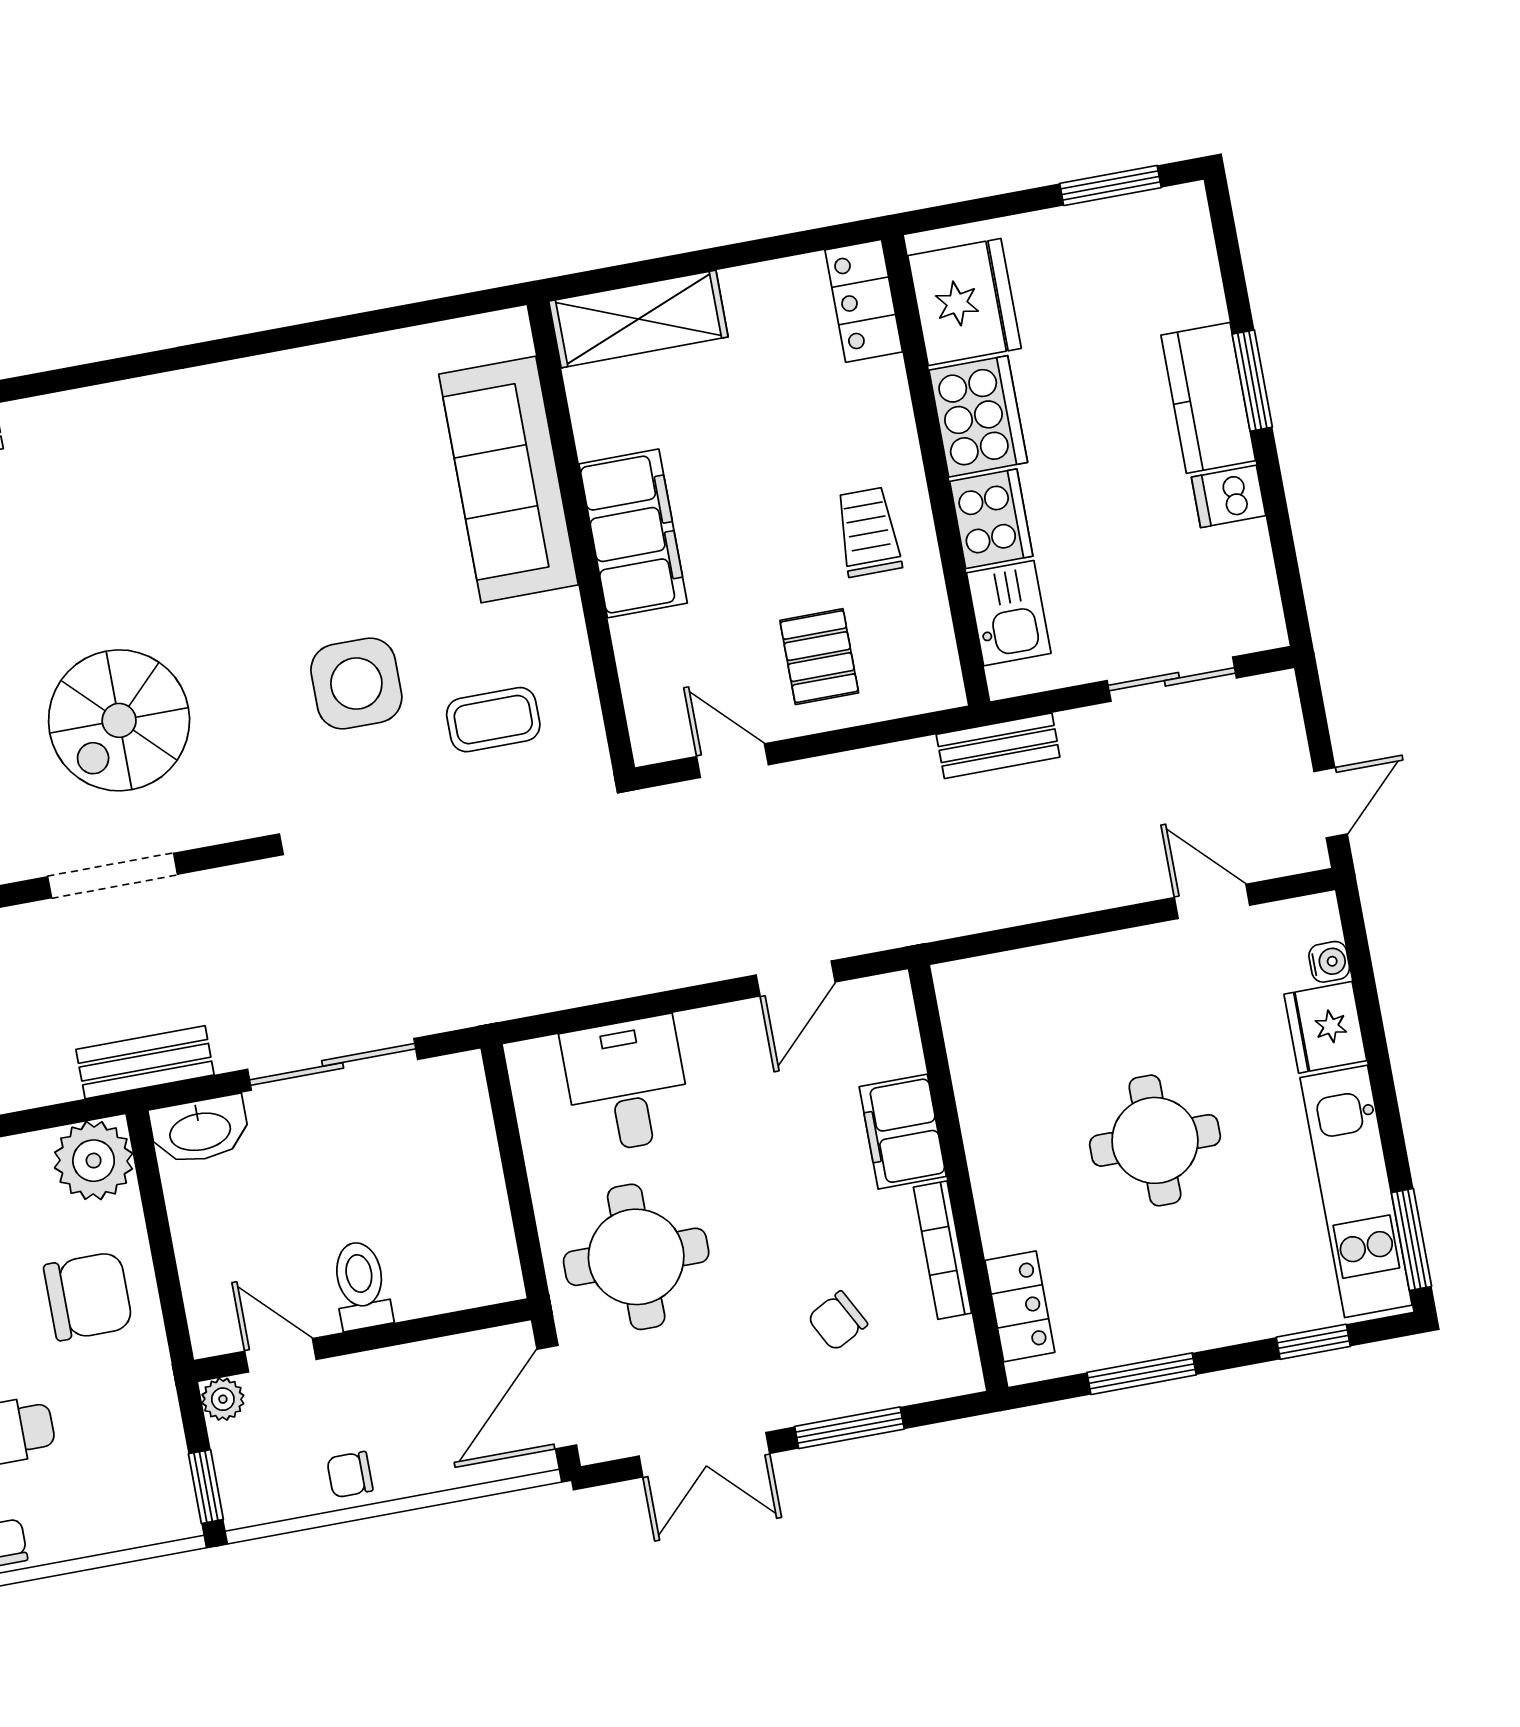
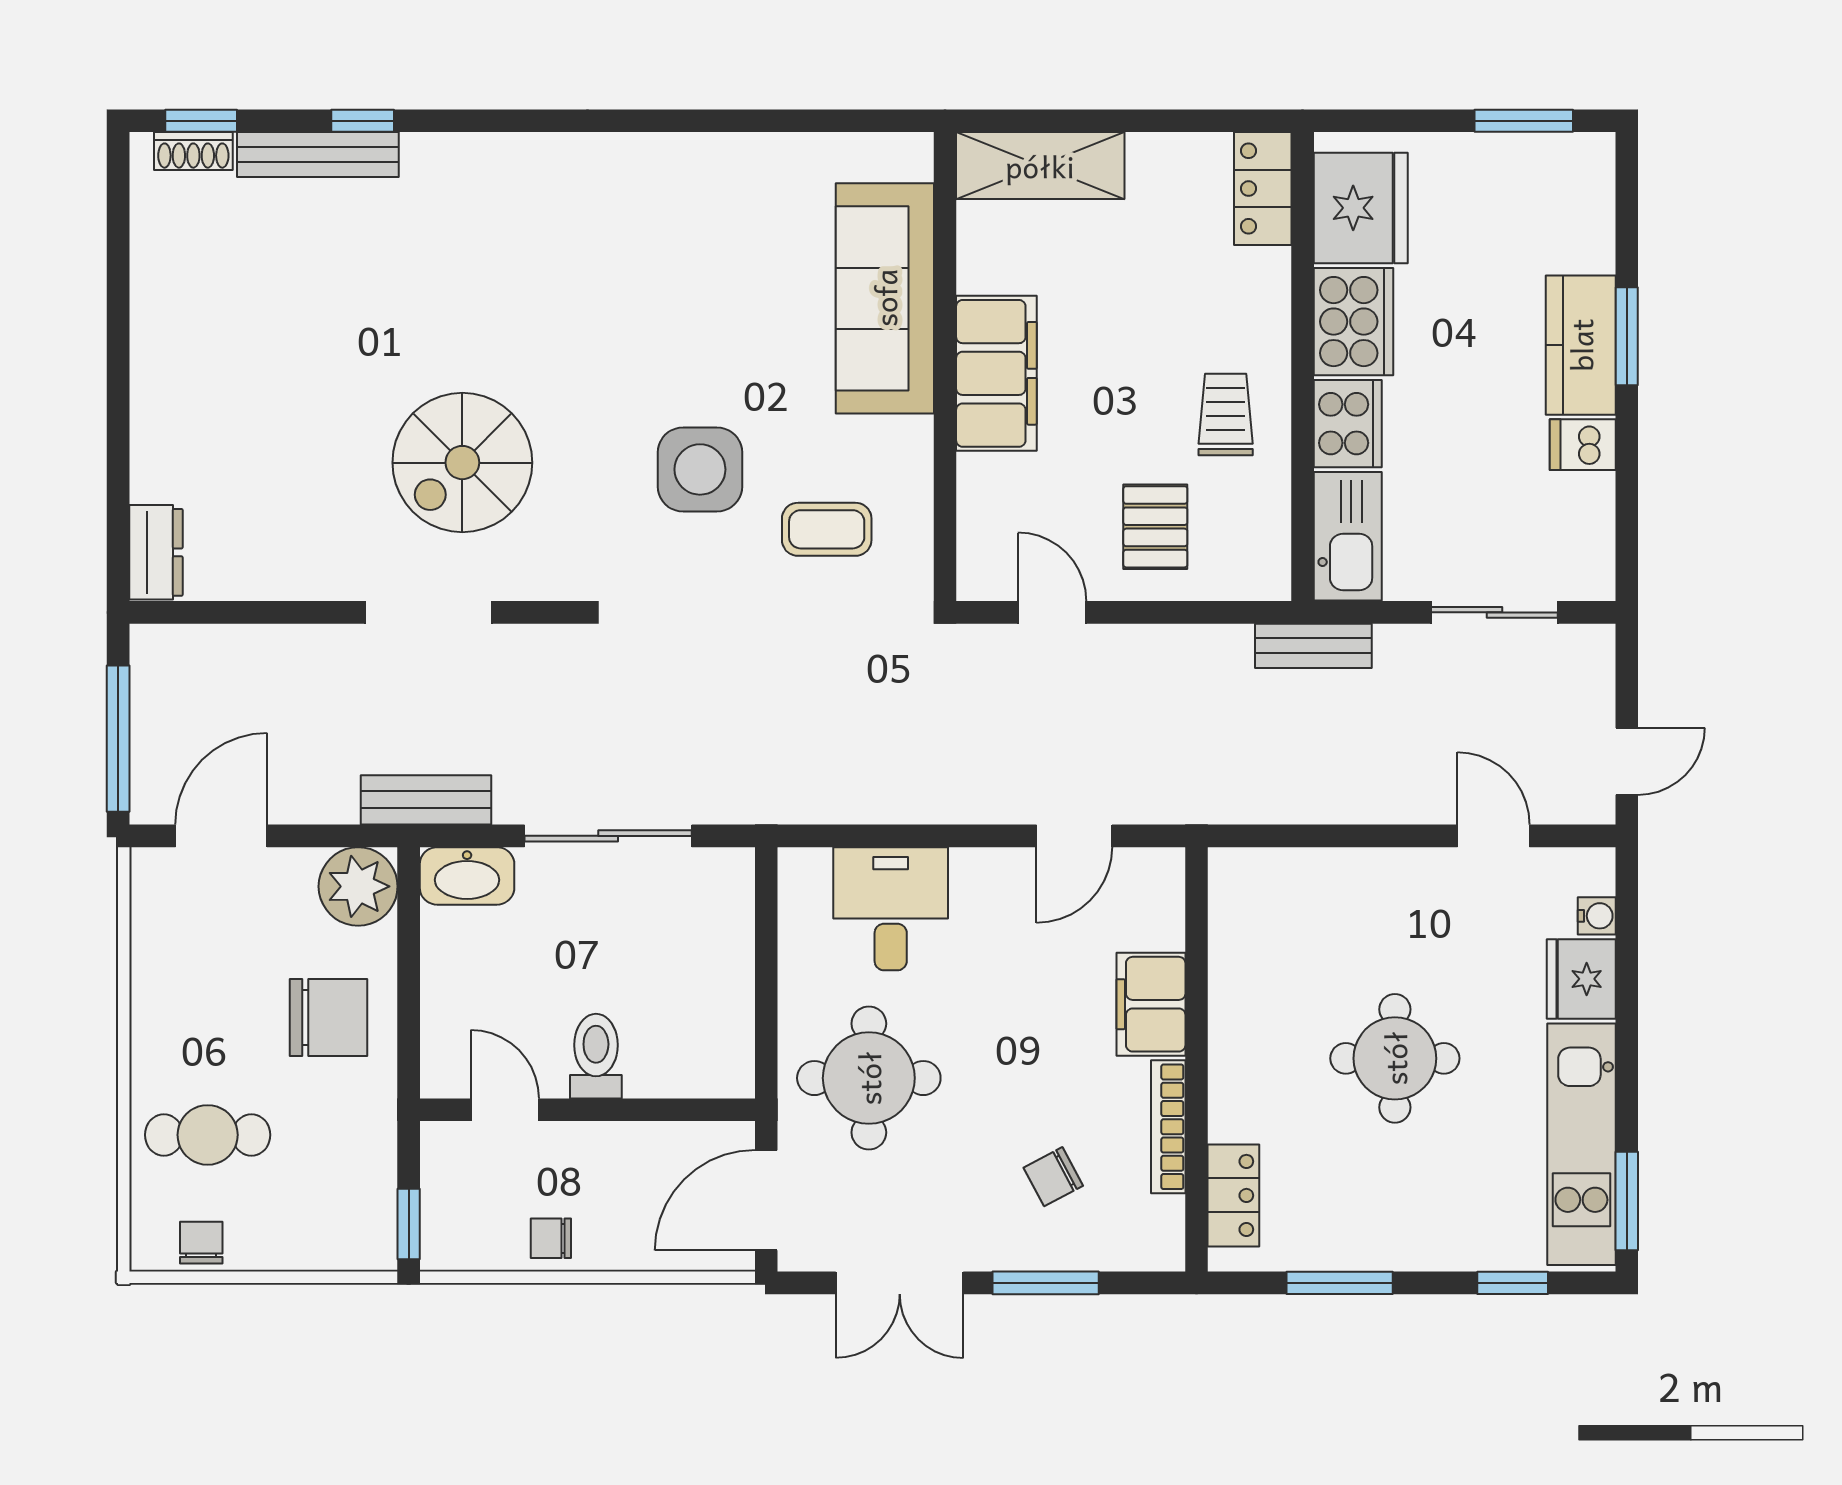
kitchen sink: (1009, 613) -> (1348, 536), width x1.38
plant: (223, 1399) -> (441, 1142), removed

